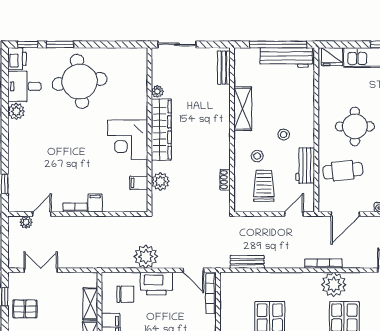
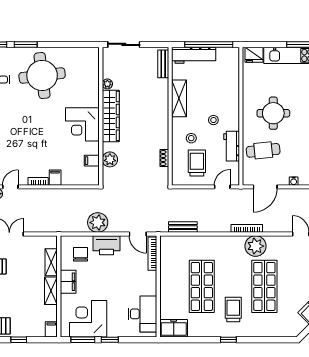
workbench: (286, 57) -> (194, 55), moved
chair: (125, 294) -> (80, 254), turned -90

